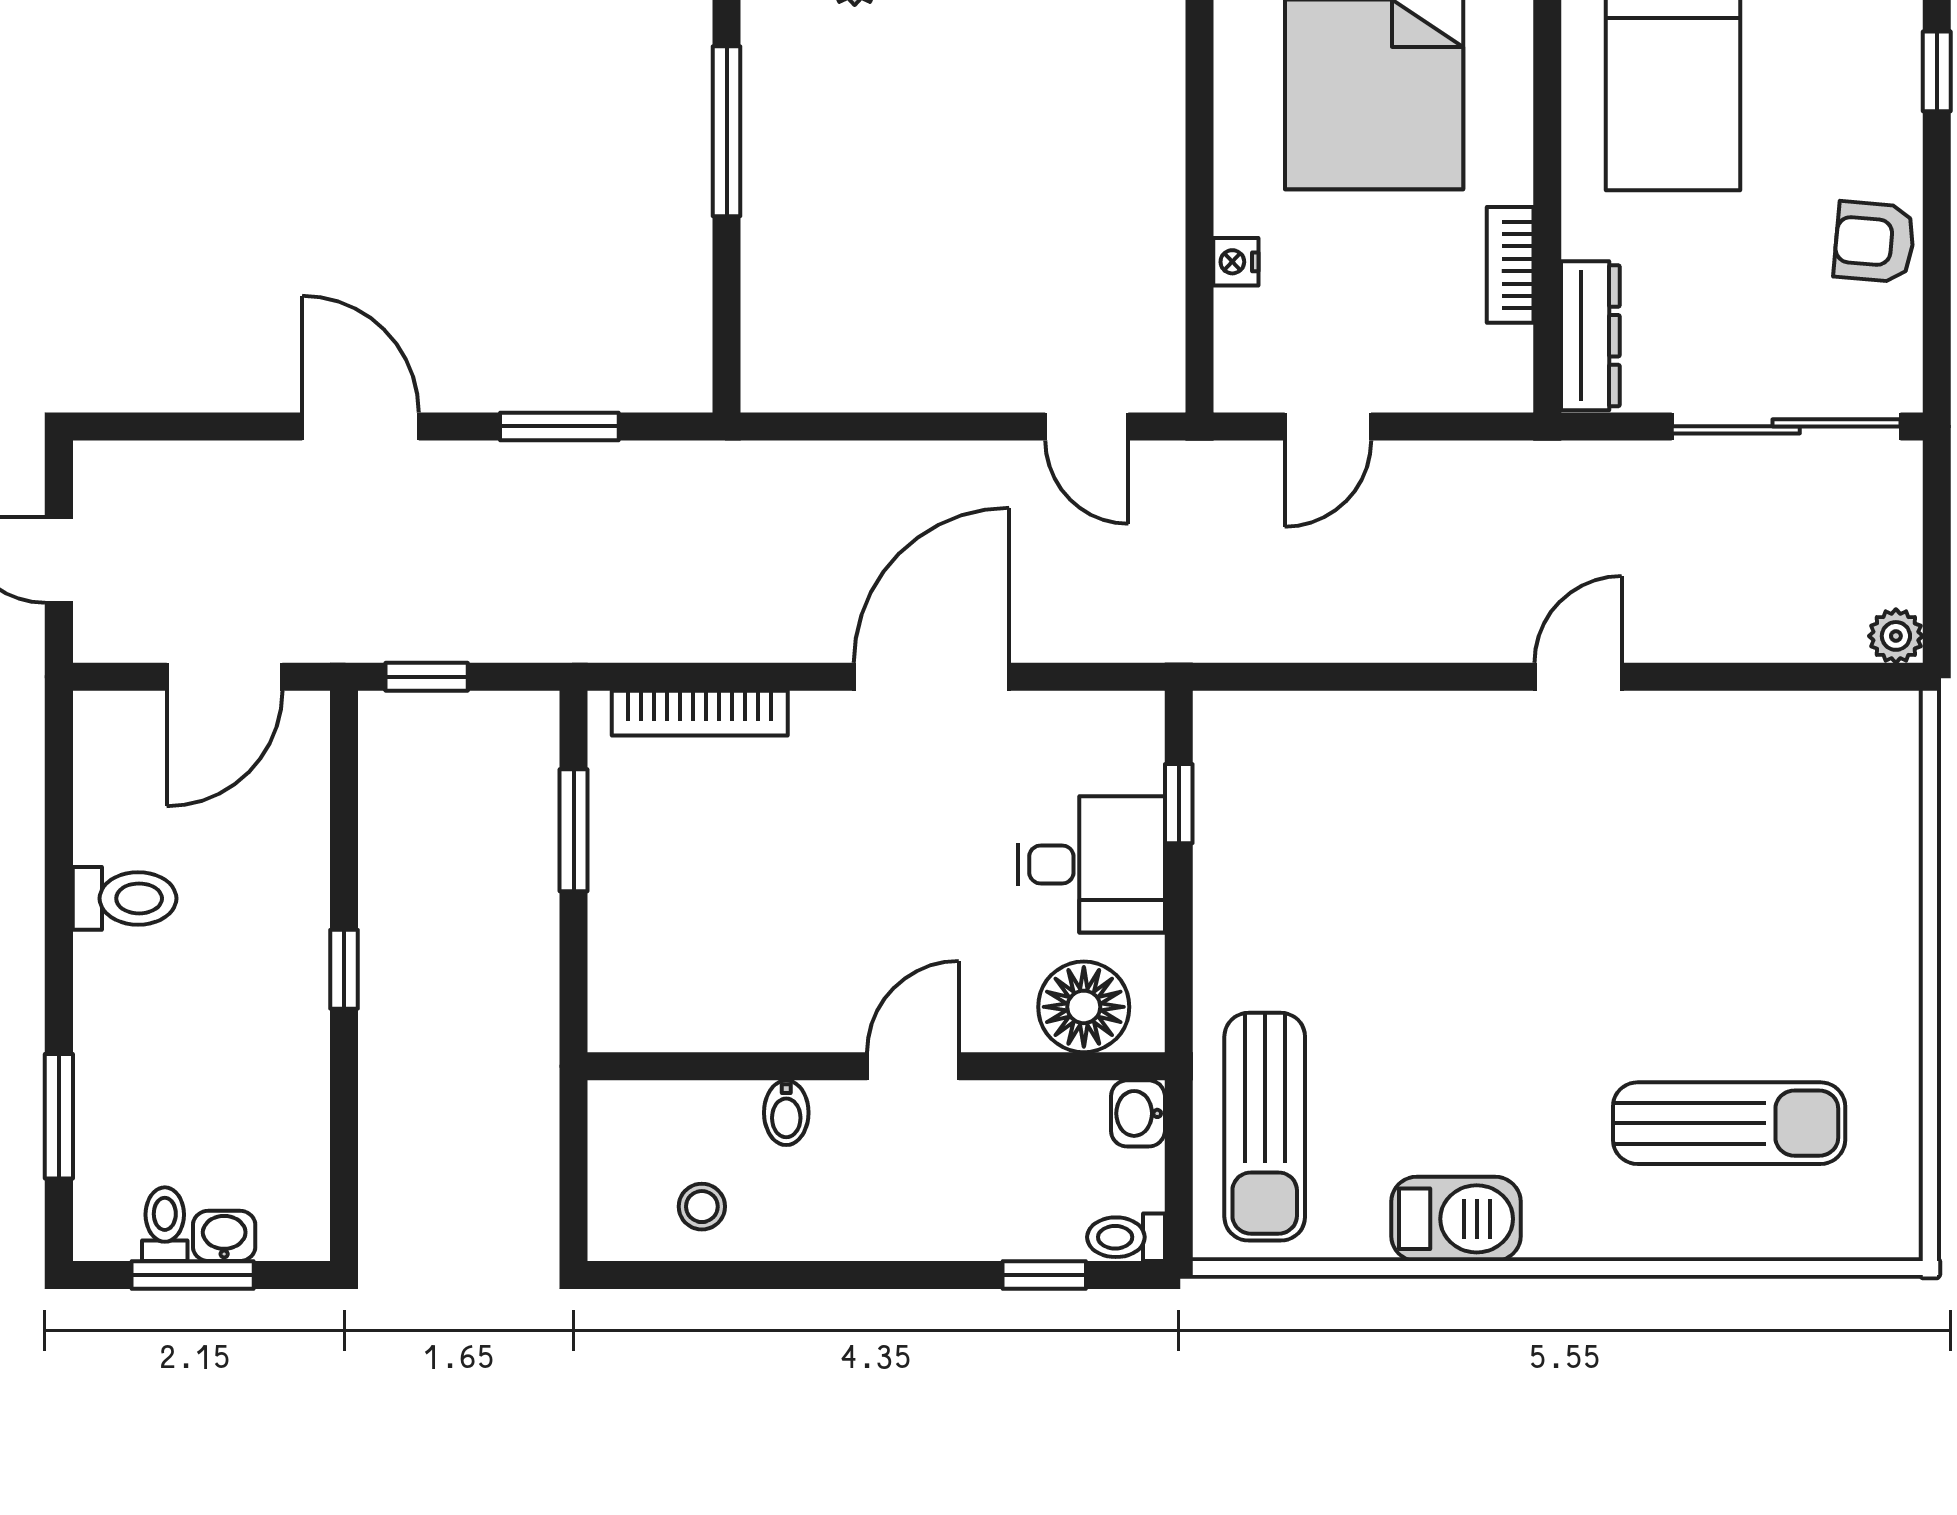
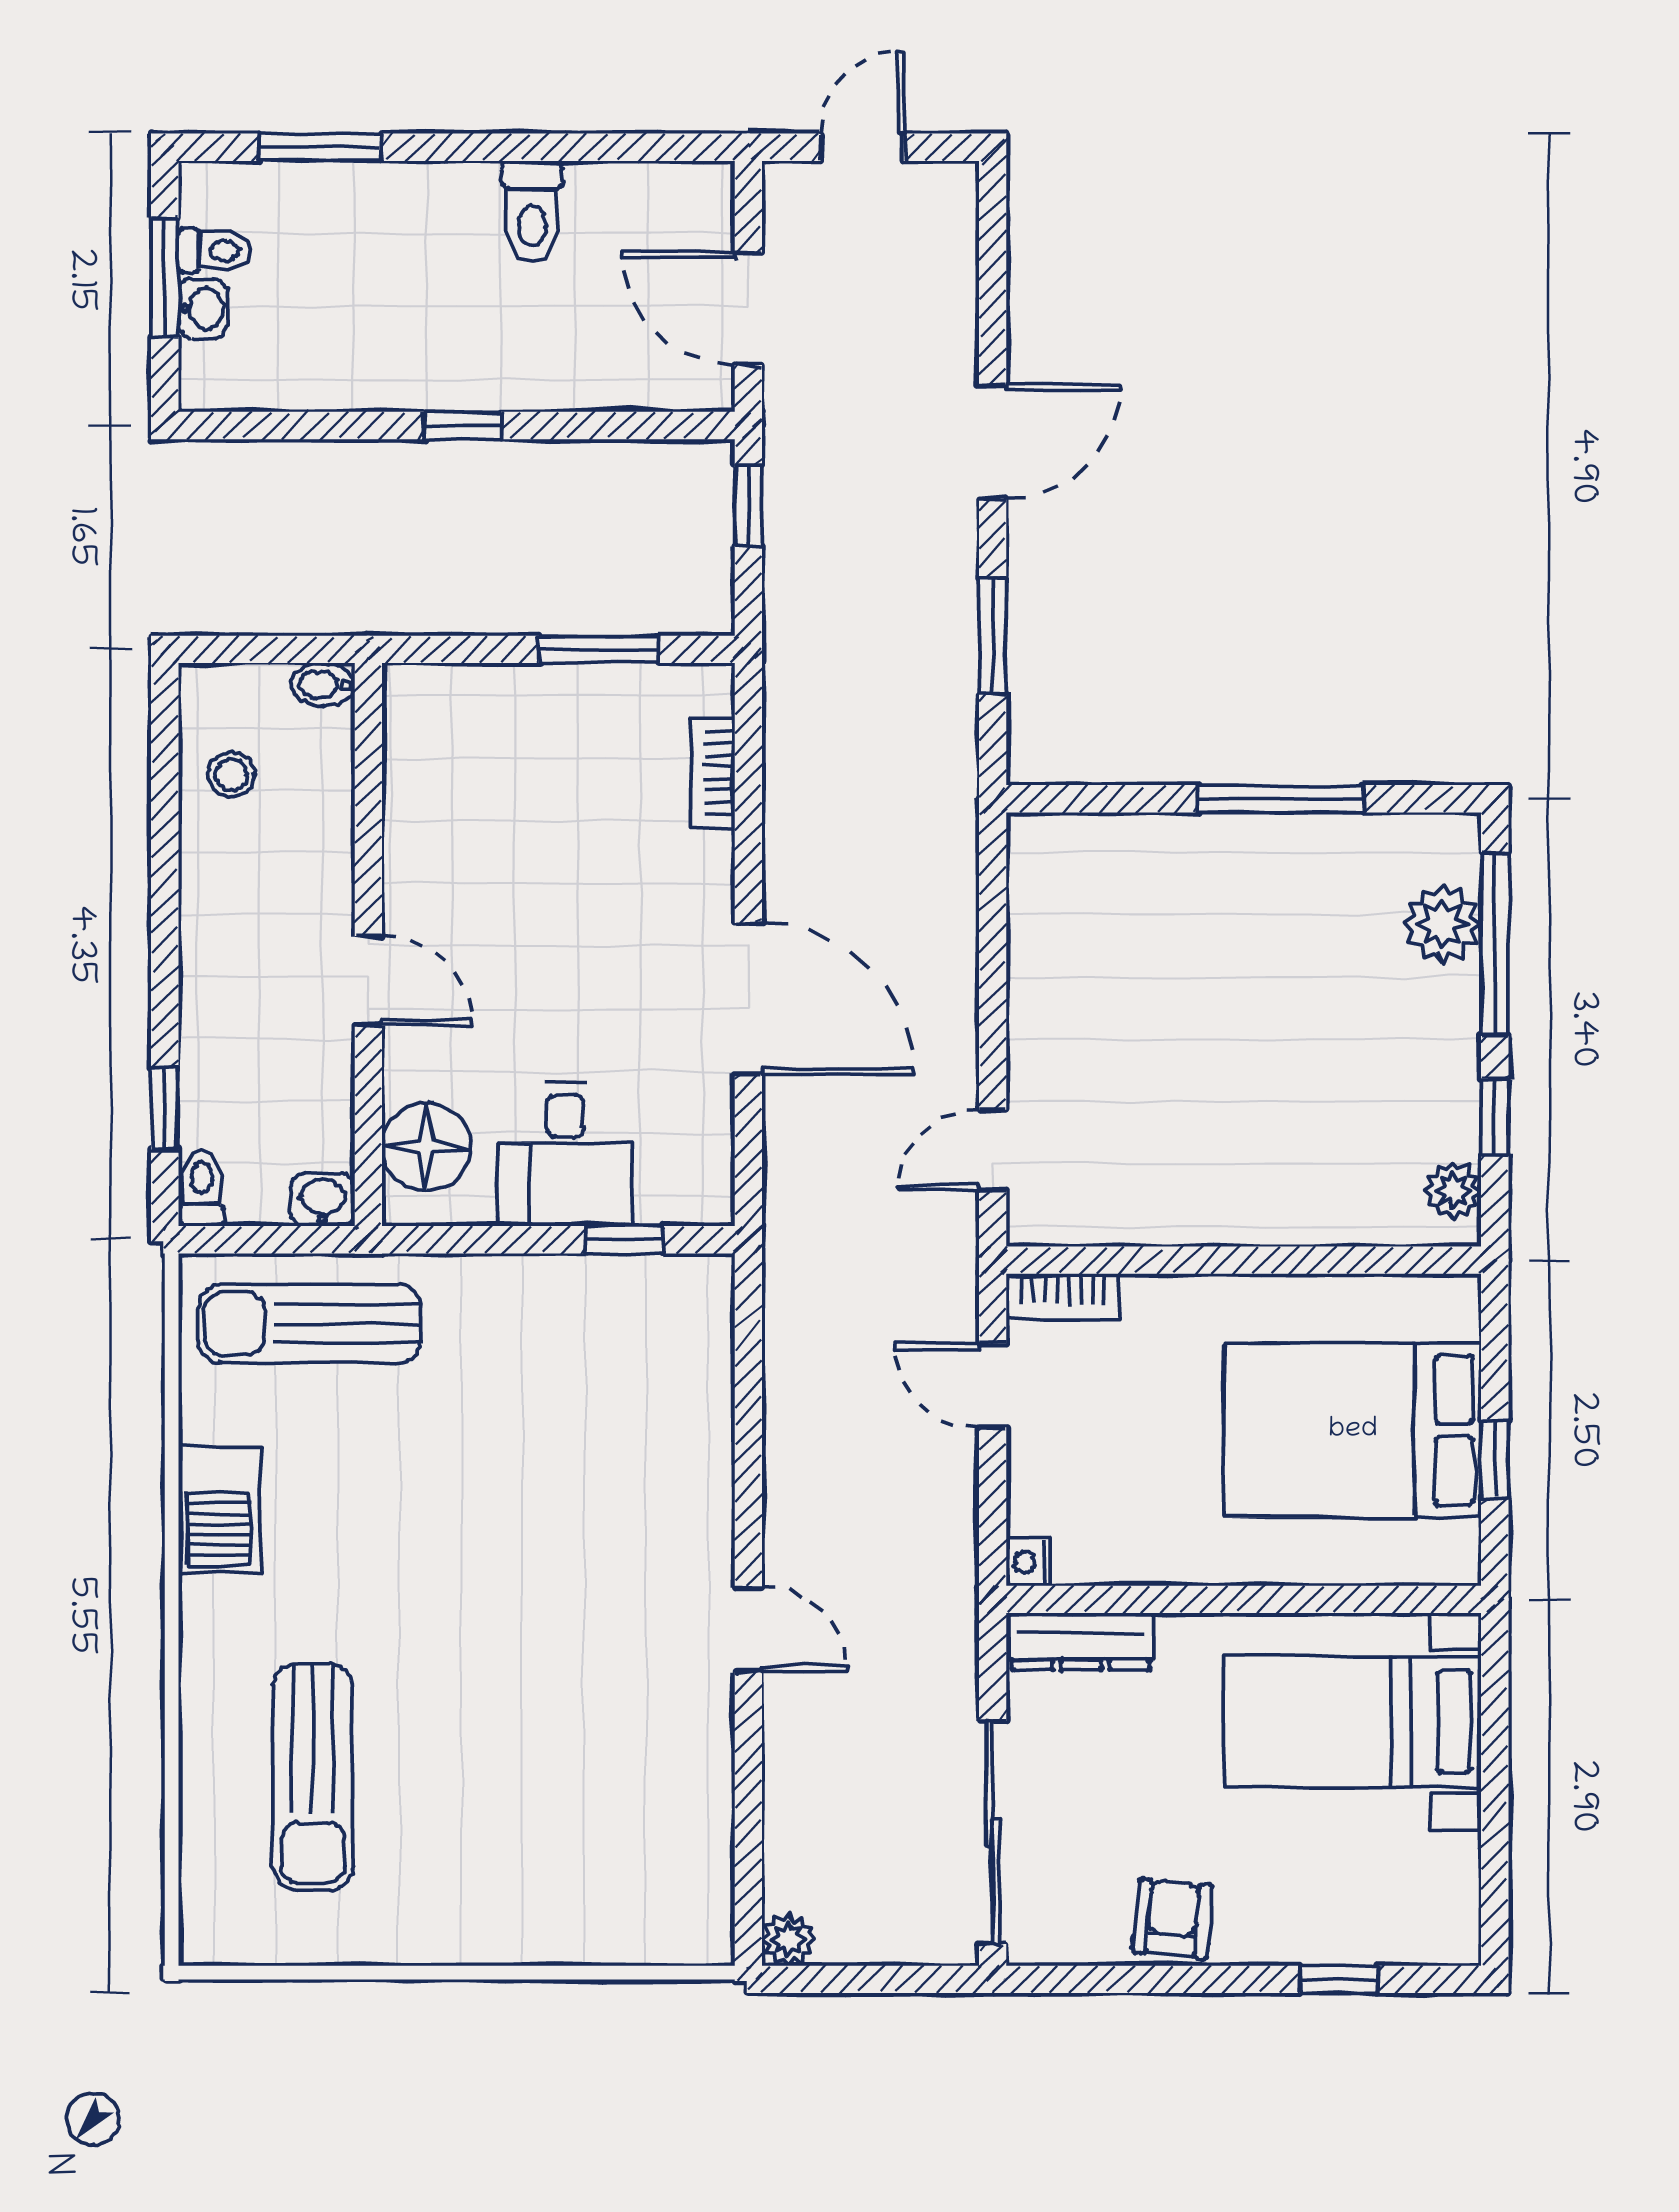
nightstand: (1236, 262) -> (1028, 1563), moved, turned -90
bookcase: (1510, 265) -> (1063, 1296), moved, turned 180
bookcase: (700, 713) -> (713, 773), width x0.64
bidet: (786, 1113) -> (323, 685), moved

